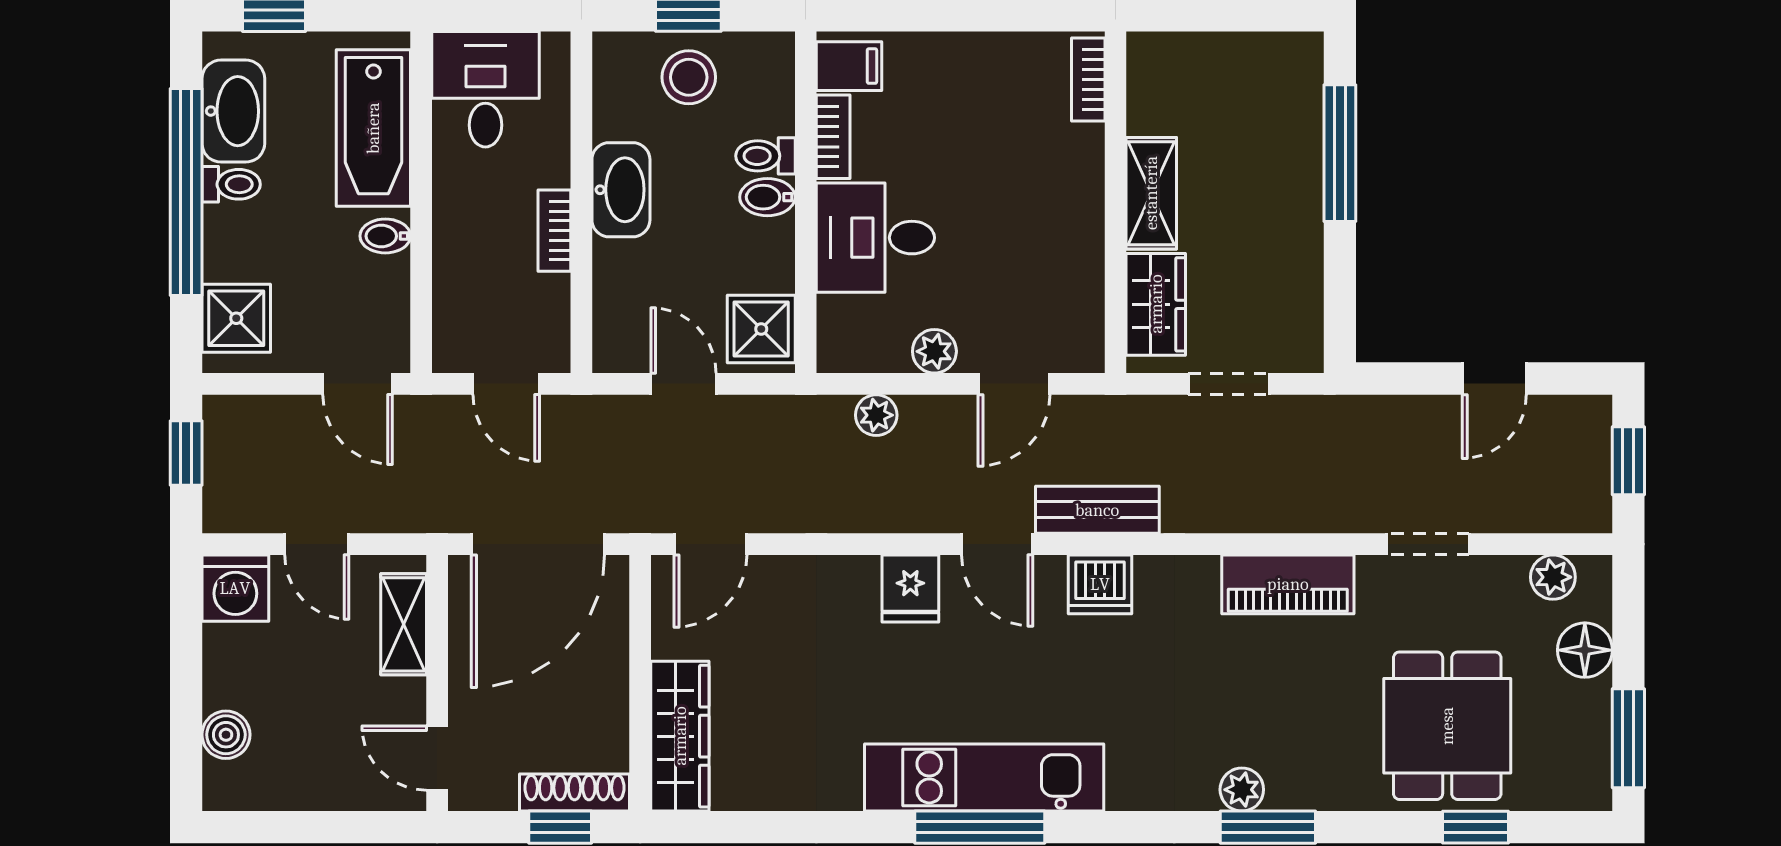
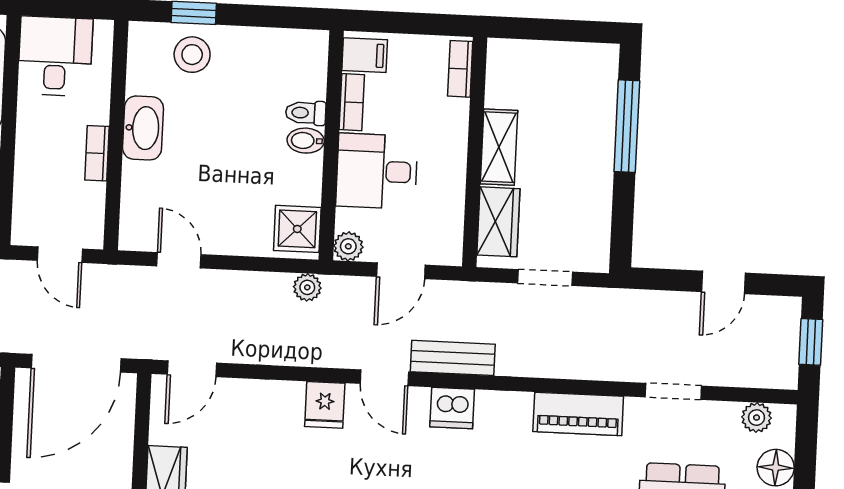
filing cabinet: (849, 66) -> (365, 55), moved
bookcase: (833, 137) -> (352, 102), moved
toilet: (765, 156) -> (306, 113), moved
bidet: (767, 197) -> (306, 141), moved
wall: (806, 202) -> (331, 145), moved
desk: (875, 238) -> (377, 171), moved
shower: (761, 329) -> (297, 229), moved

